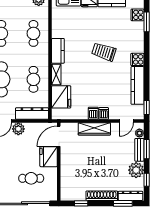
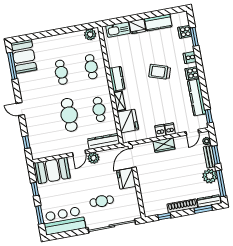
cooker: (138, 43) -> (190, 58), added
wardrobe: (94, 129) -> (164, 145), width x0.67
cafe table: (31, 178) -> (102, 201), moved
window: (147, 180) -> (221, 183), width x2.17

